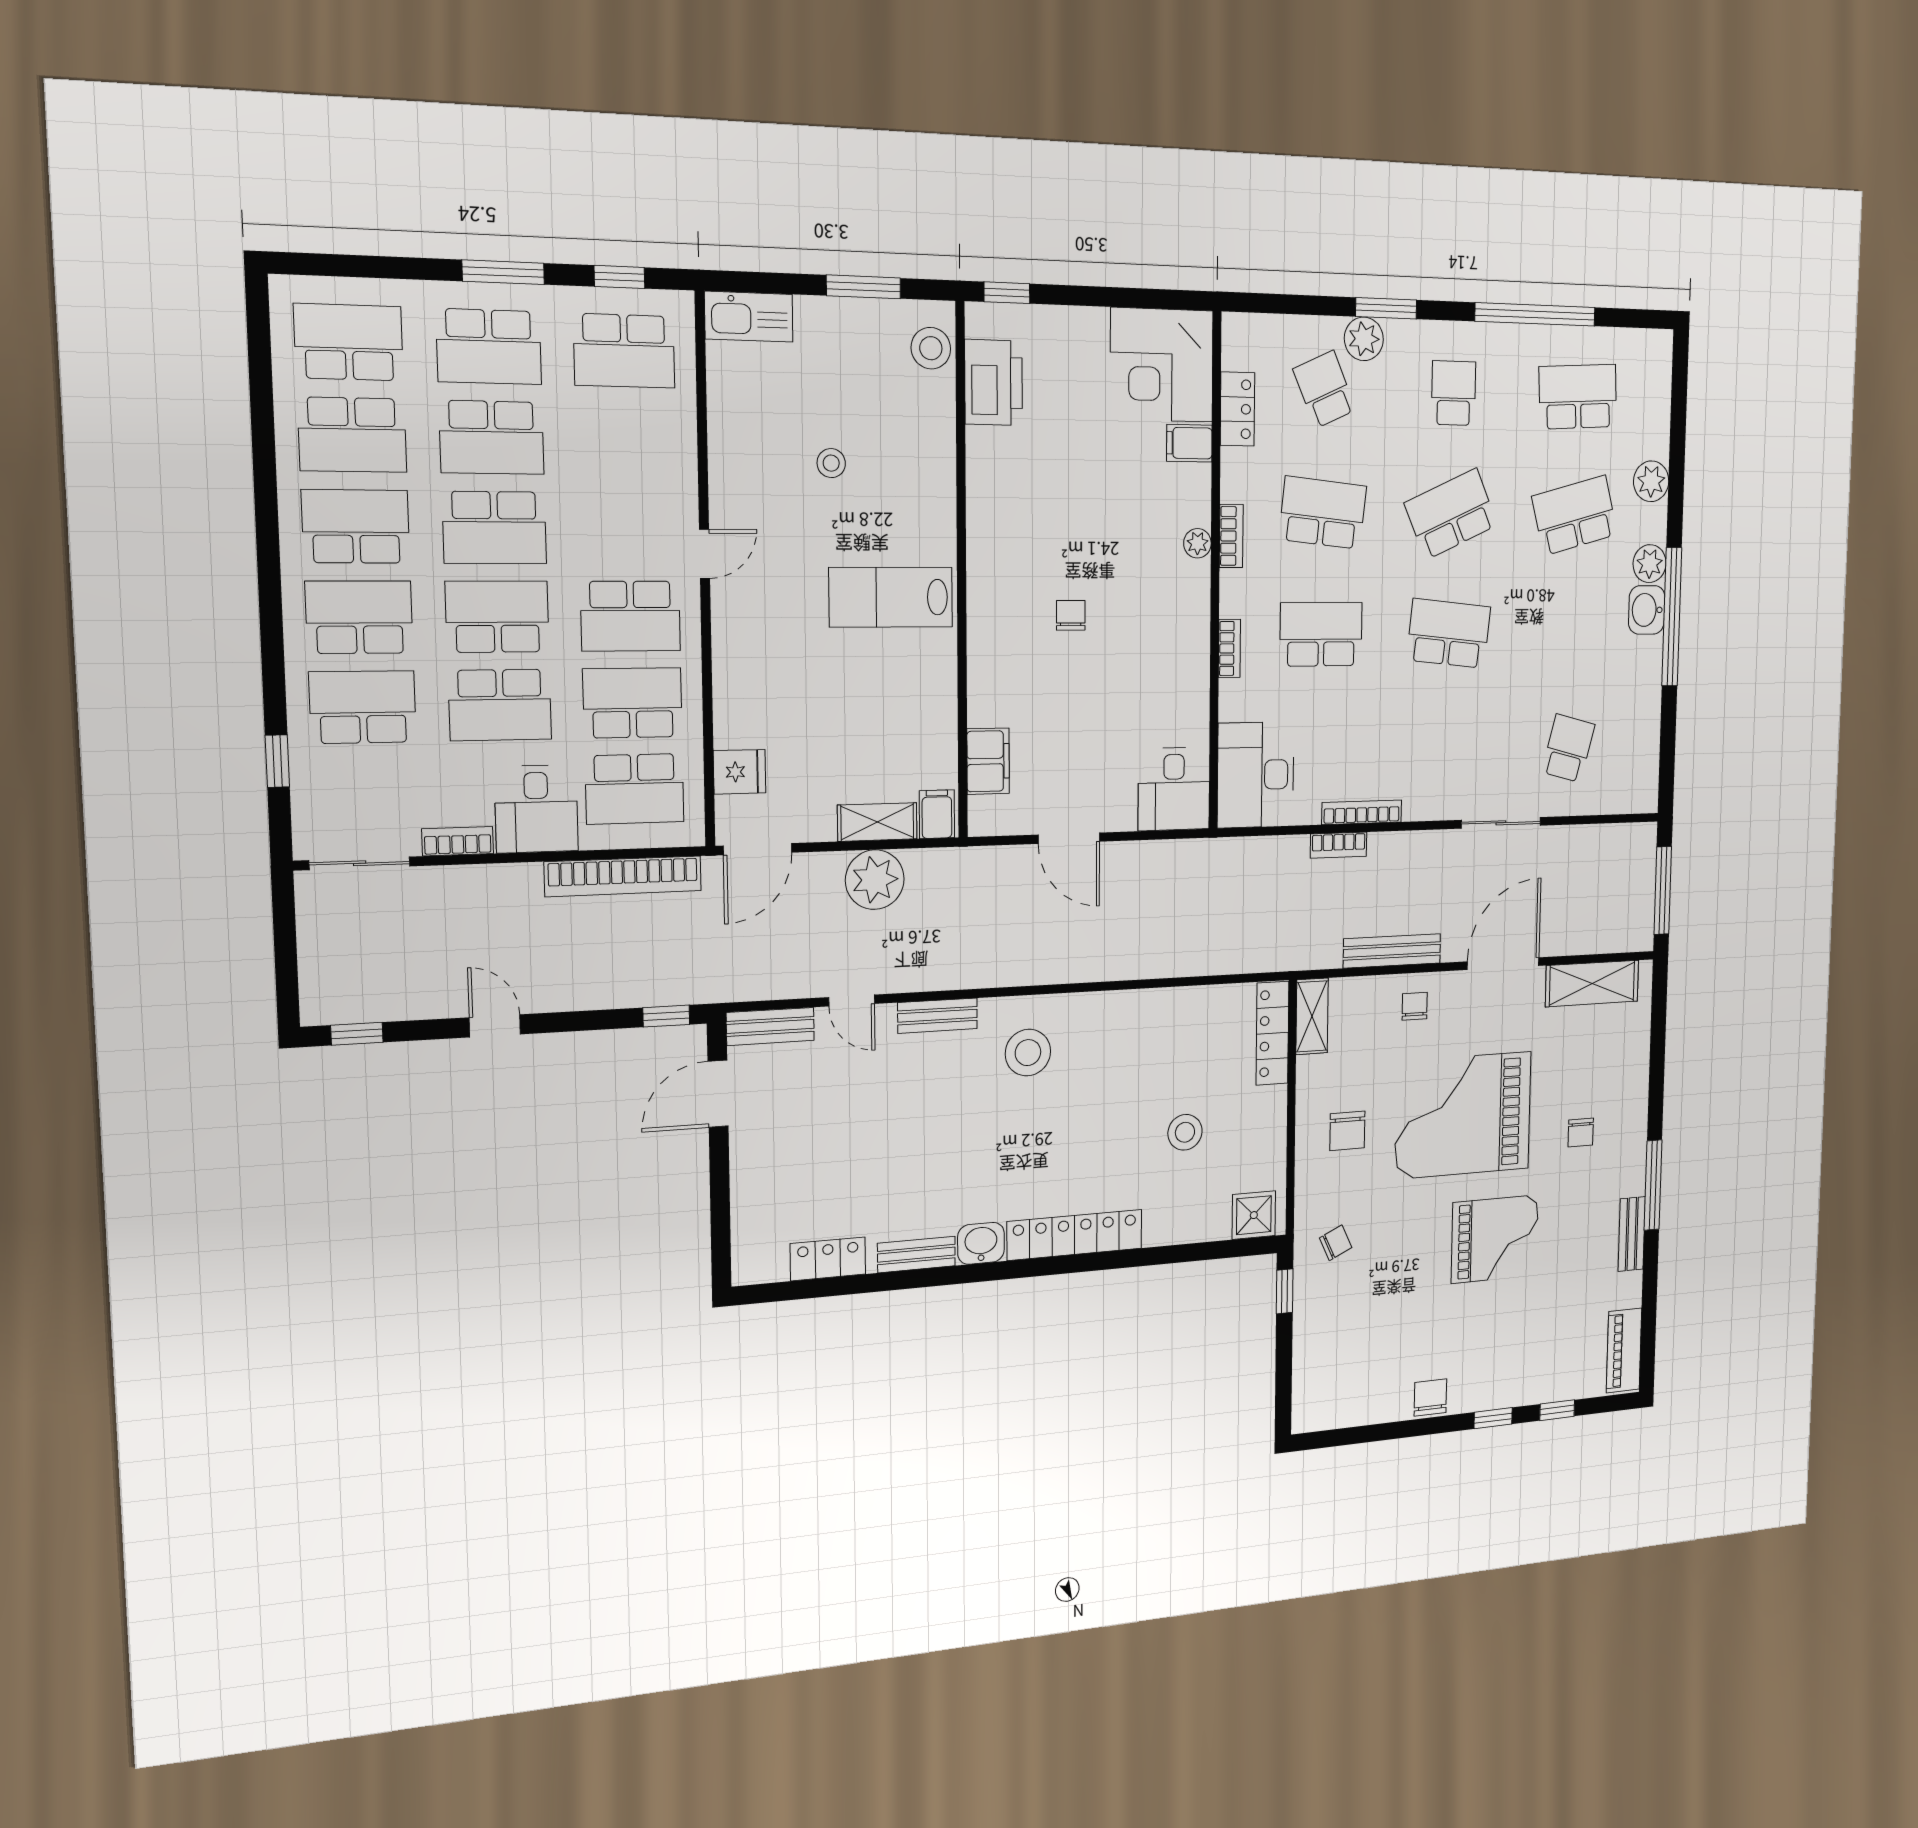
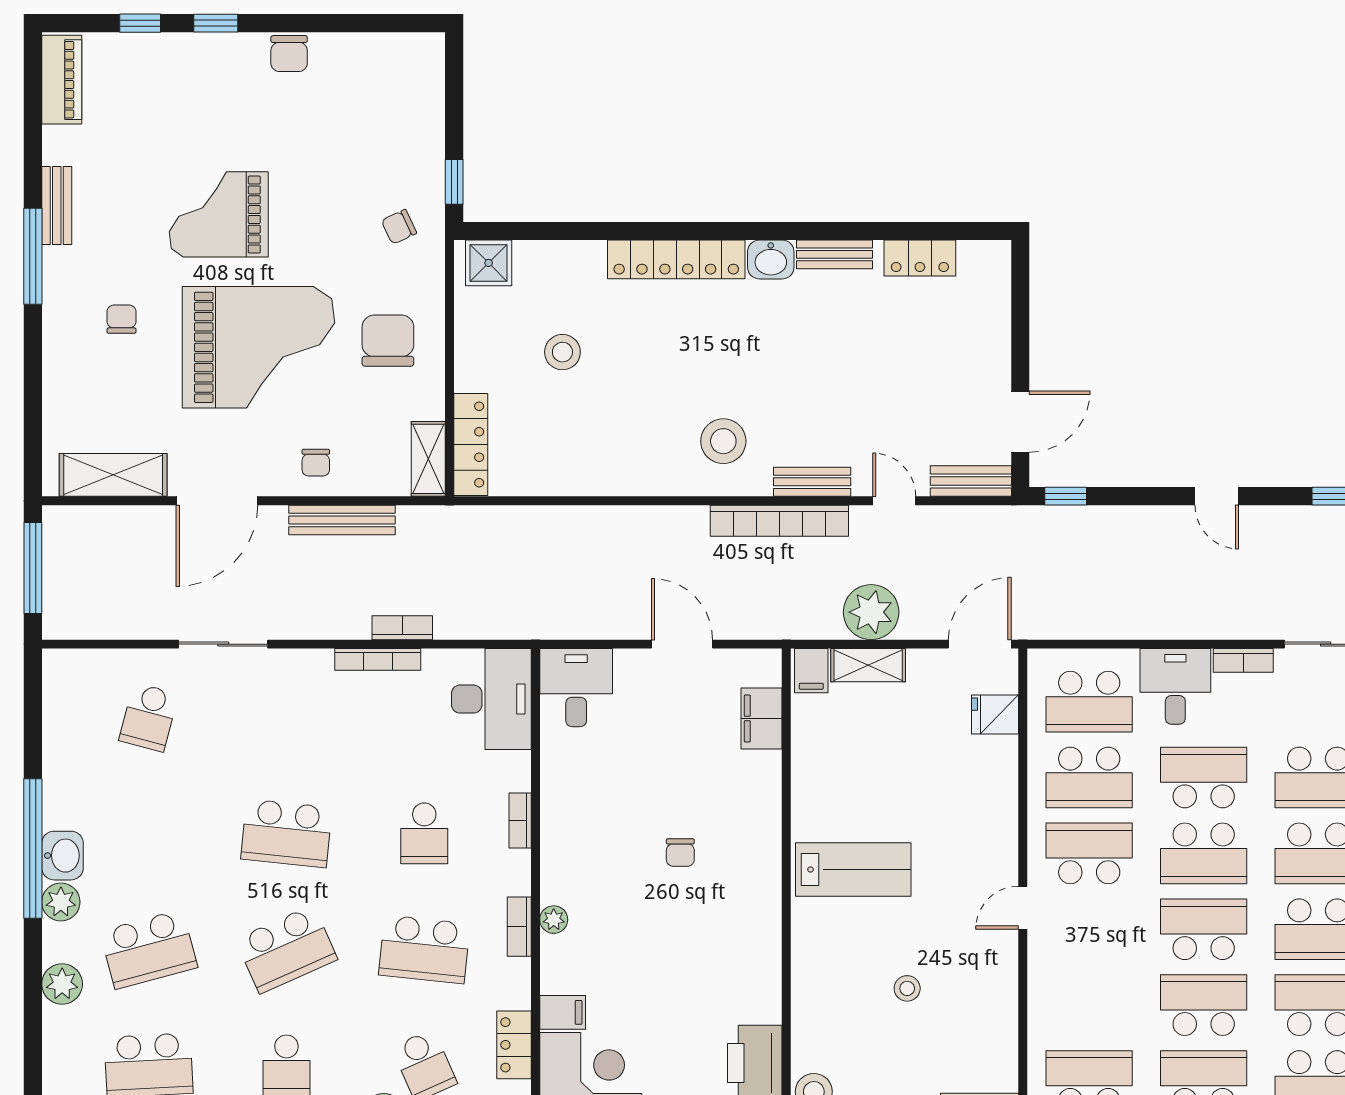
school desk: (1321, 634) -> (424, 833), width x0.54
school desk: (635, 789) -> (1089, 702), turned 180
bookcase: (623, 876) -> (779, 521), moved, turned 180
chair: (1347, 1131) -> (388, 341), width x1.37, depth x1.37

